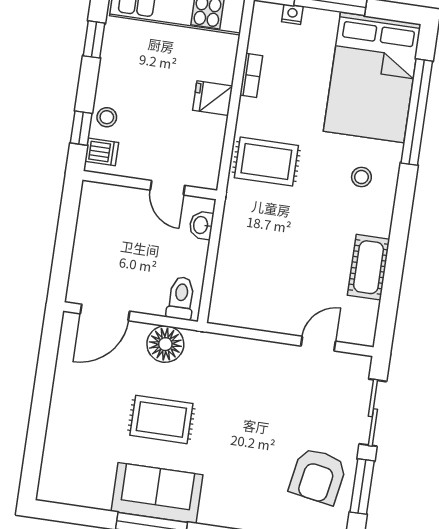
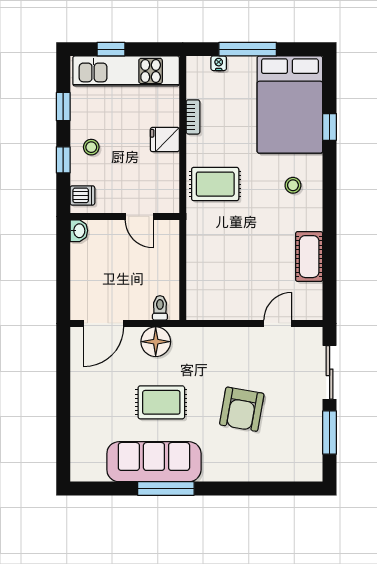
window: (417, 112) -> (330, 127), width x0.32
stool: (107, 117) -> (91, 147), moved
window: (81, 128) -> (63, 160), moved
washbasin: (201, 225) -> (79, 231), moved, turned 180
toilet: (181, 298) -> (160, 308), width x0.73, depth x0.72
armchair: (318, 476) -> (242, 409), moved
sofa: (157, 493) -> (154, 462), width x1.36

